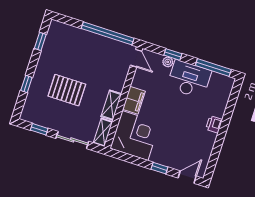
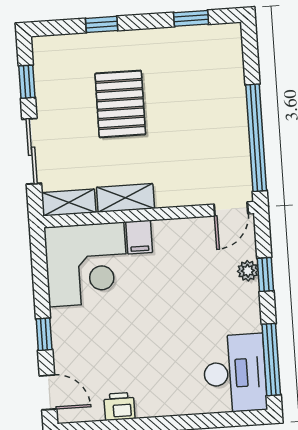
desk: (189, 79) -> (235, 373), moved
filing cabinet: (134, 100) -> (139, 237), width x0.50
printer: (214, 124) -> (119, 406), moved

